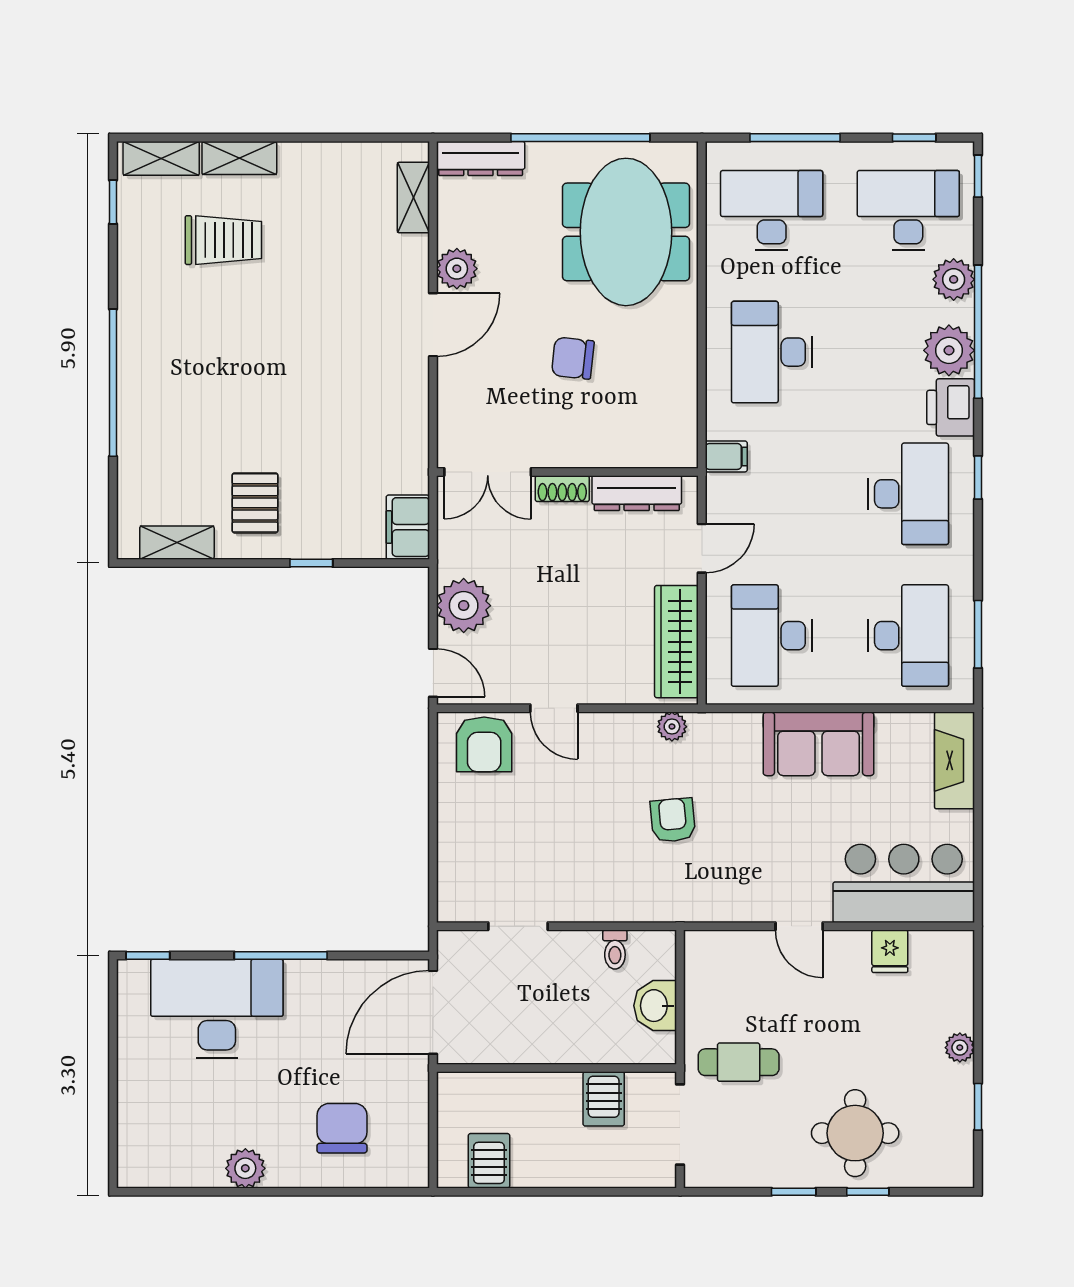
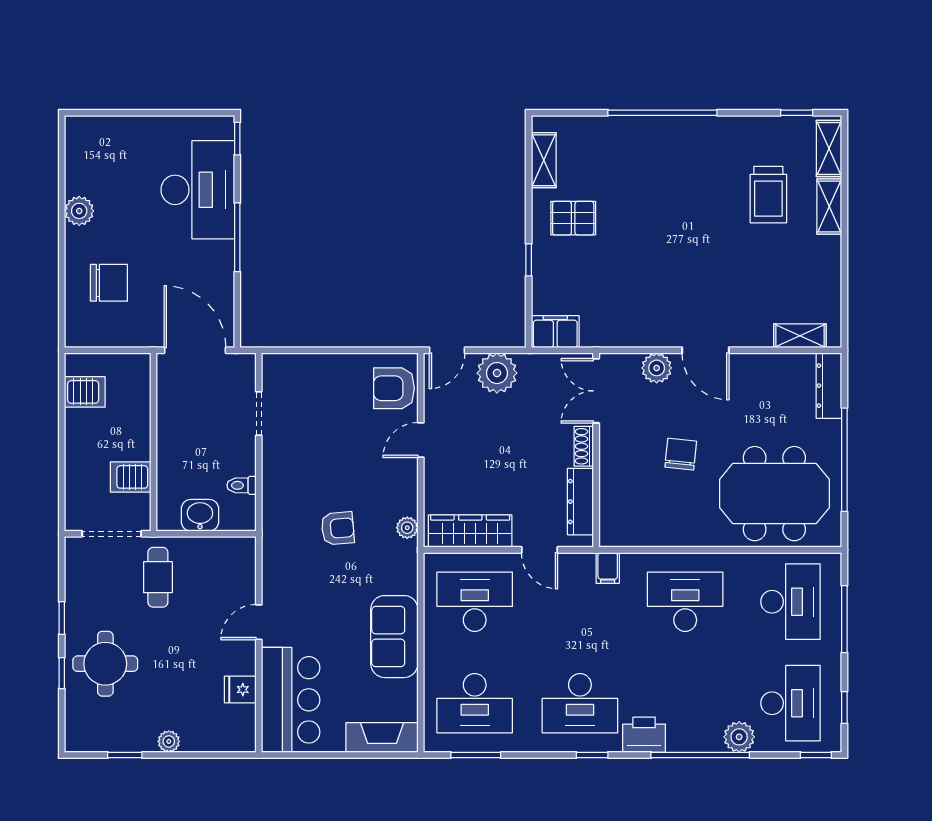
plant: (457, 269) -> (657, 368), moved
plant: (949, 350) -> (686, 733), removed

